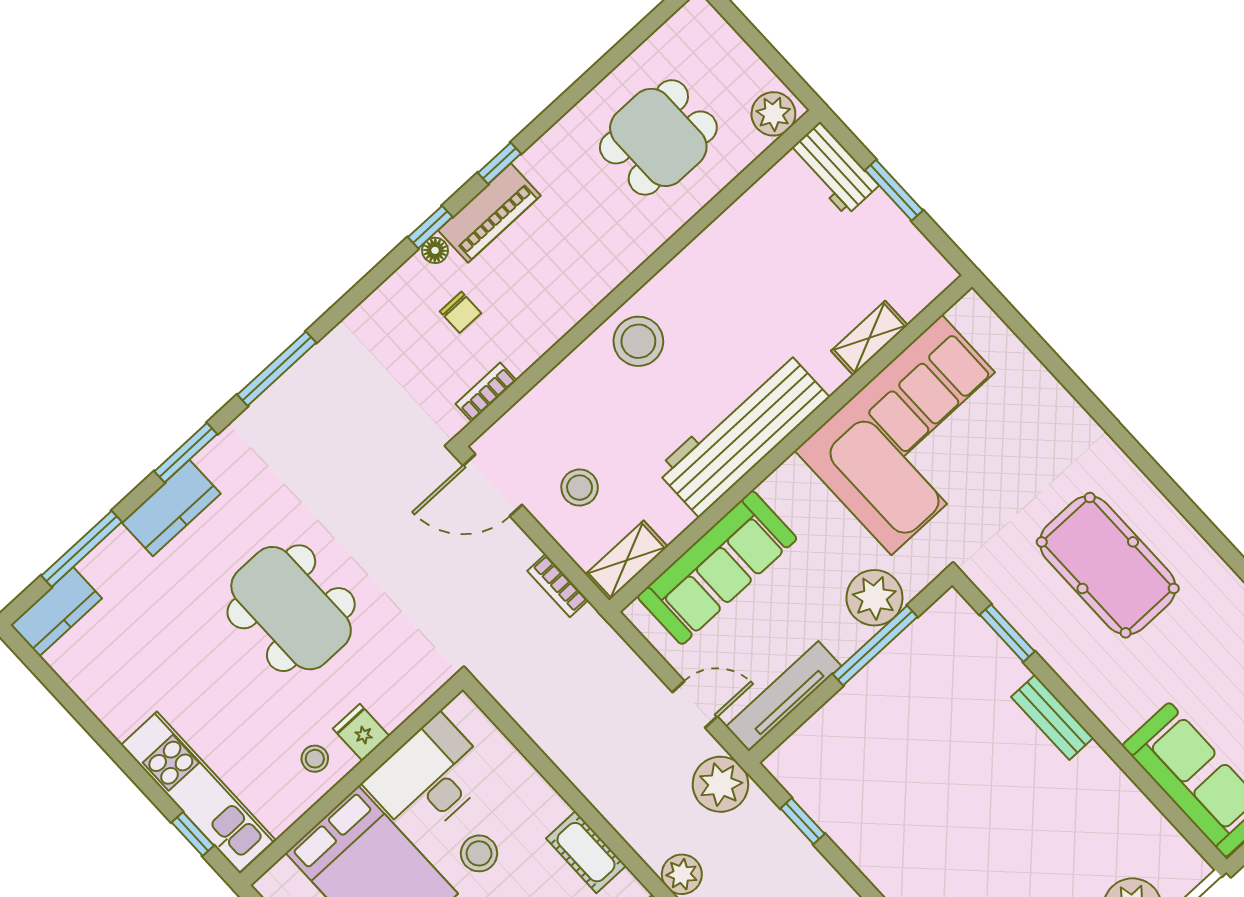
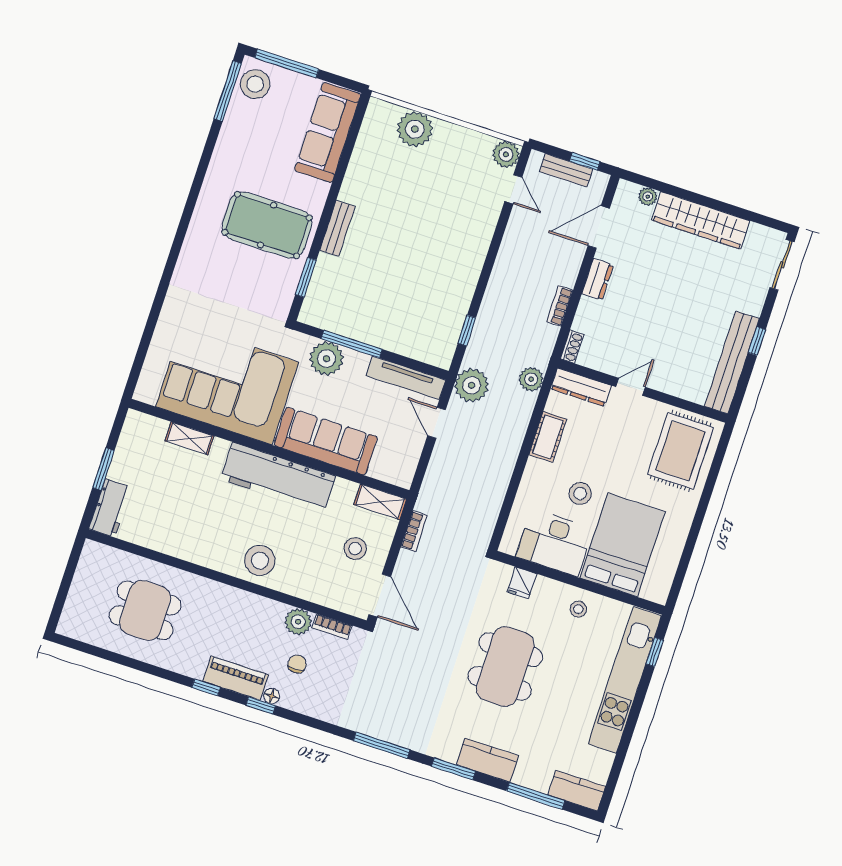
plant: (773, 114) -> (298, 622), moved
pool table: (1108, 565) -> (267, 225), moved, turned 90
sofa: (717, 568) -> (326, 441), moved
fridge: (361, 732) -> (522, 583), moved
kitchen unit: (198, 792) -> (625, 680), width x1.36

